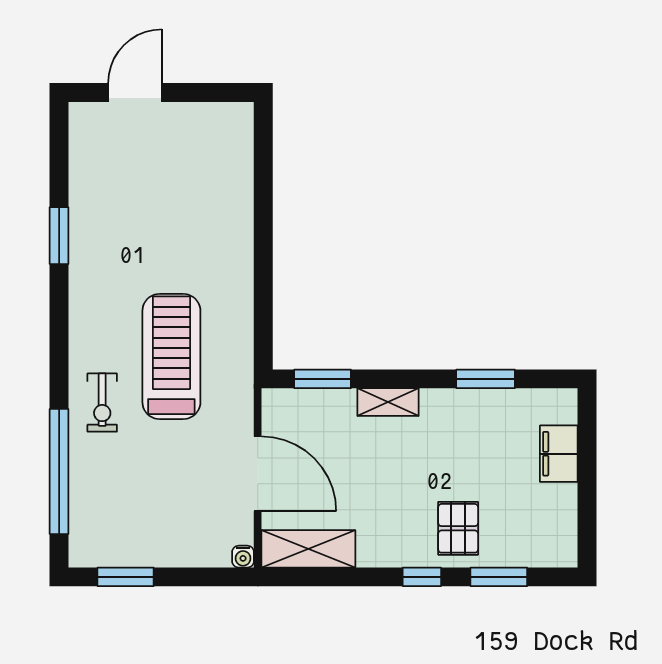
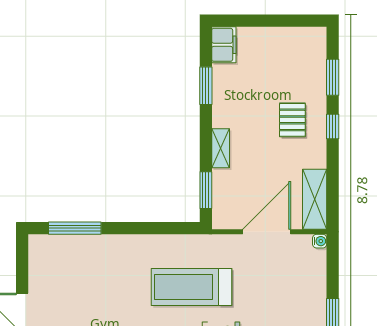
window: (263, 174) -> (75, 228), added
filing cabinet: (559, 454) -> (224, 45), moved, turned -90
pallet: (458, 528) -> (292, 120), moved, turned 90

